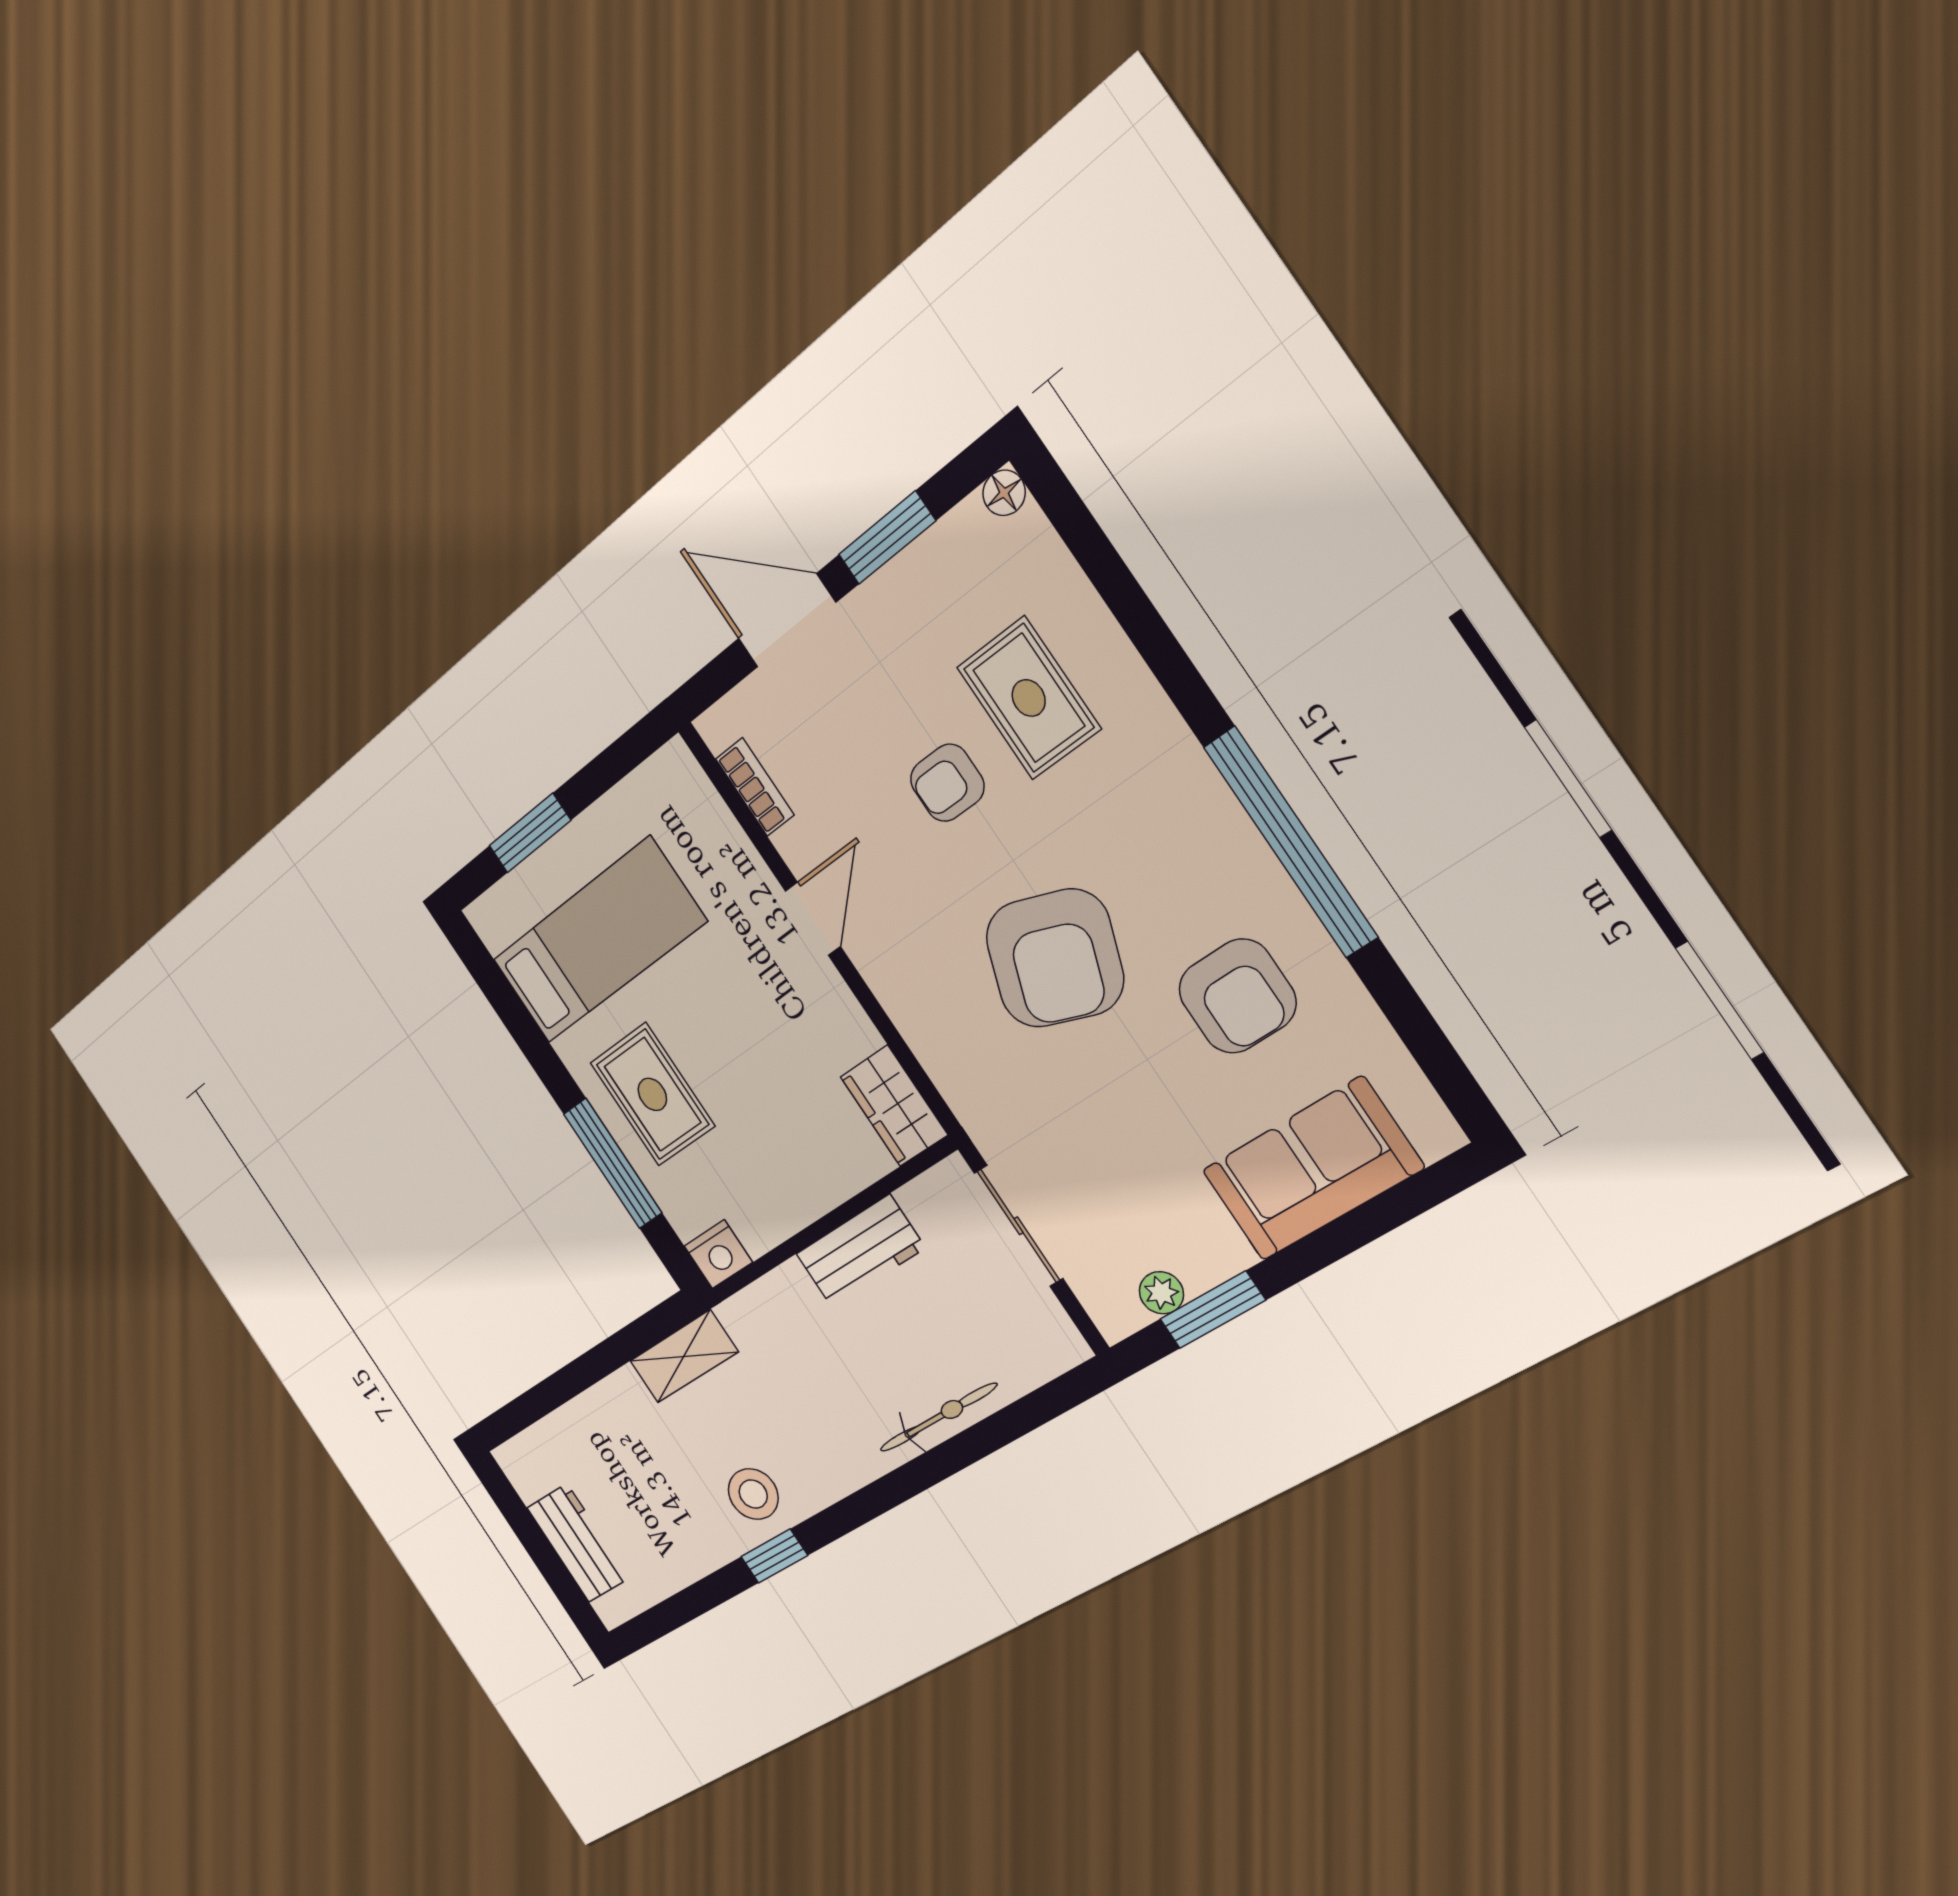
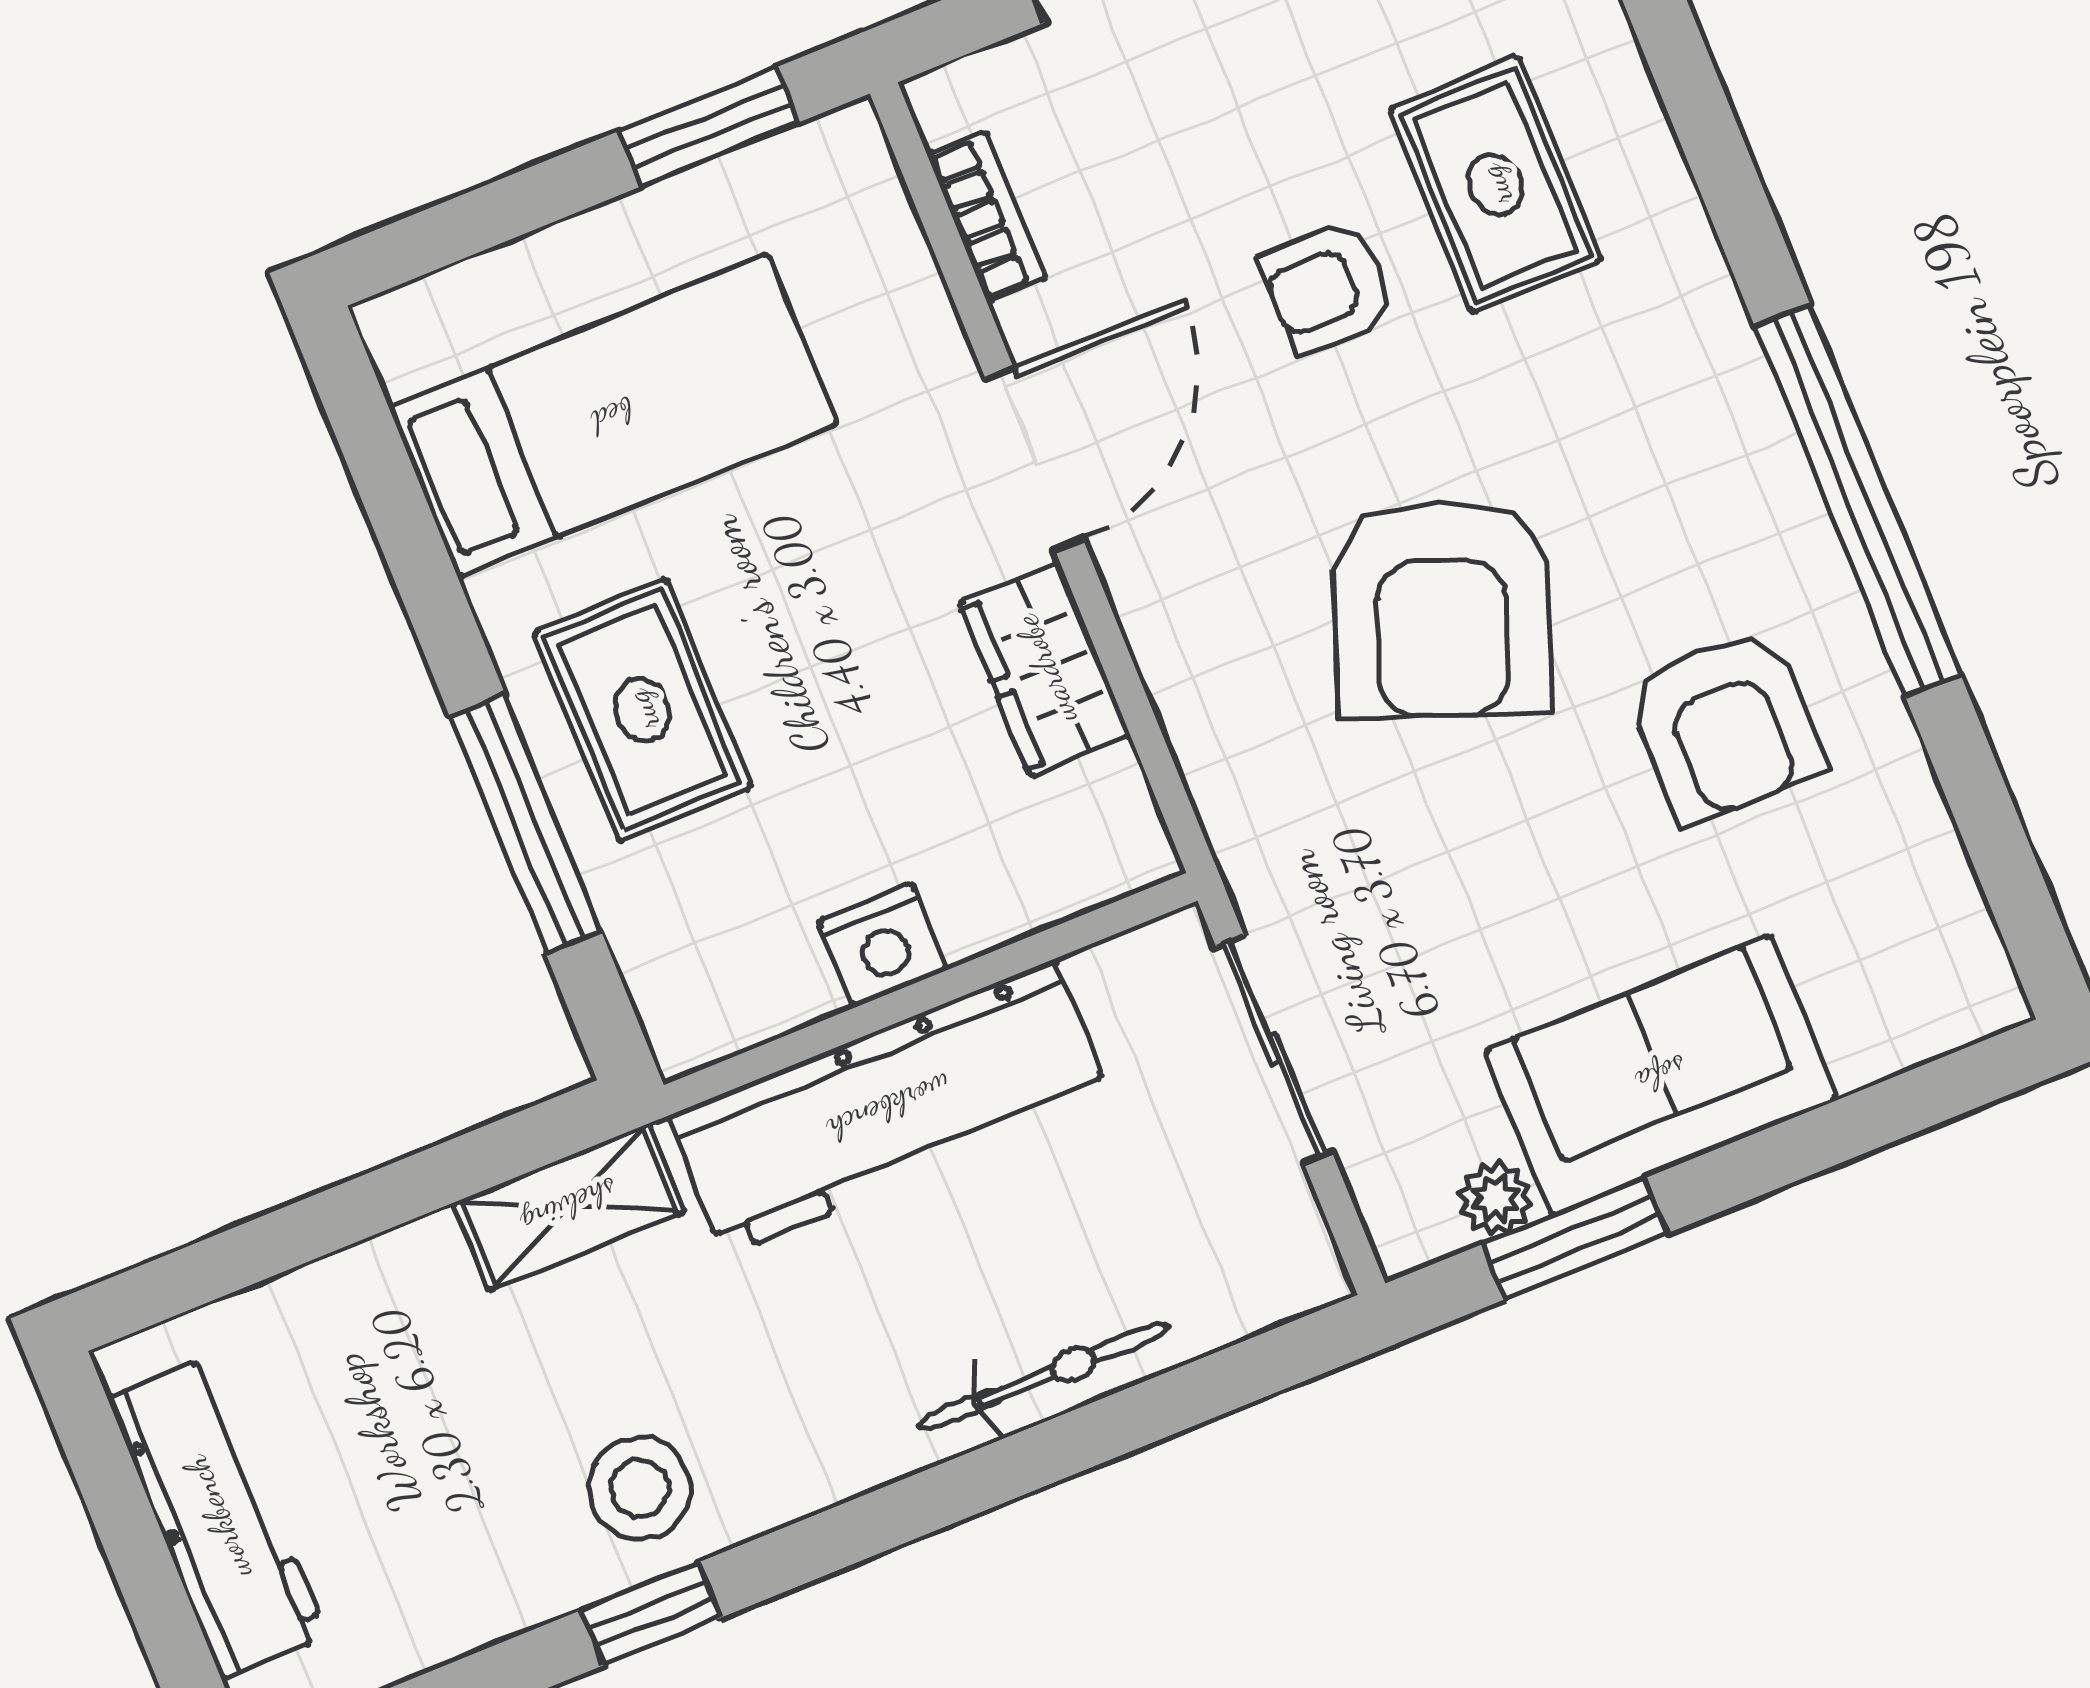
window: (530, 833) -> (708, 127), moved
door: (813, 919) -> (1034, 459), width x1.38
wardrobe: (894, 1106) -> (1045, 669), moved
sofa: (1312, 1169) -> (1661, 1075), moved
workbench: (860, 1251) -> (889, 1108), width x1.88, depth x1.32
nightstand: (718, 1254) -> (883, 945), moved
workbench: (578, 1543) -> (217, 1517), width x1.38

